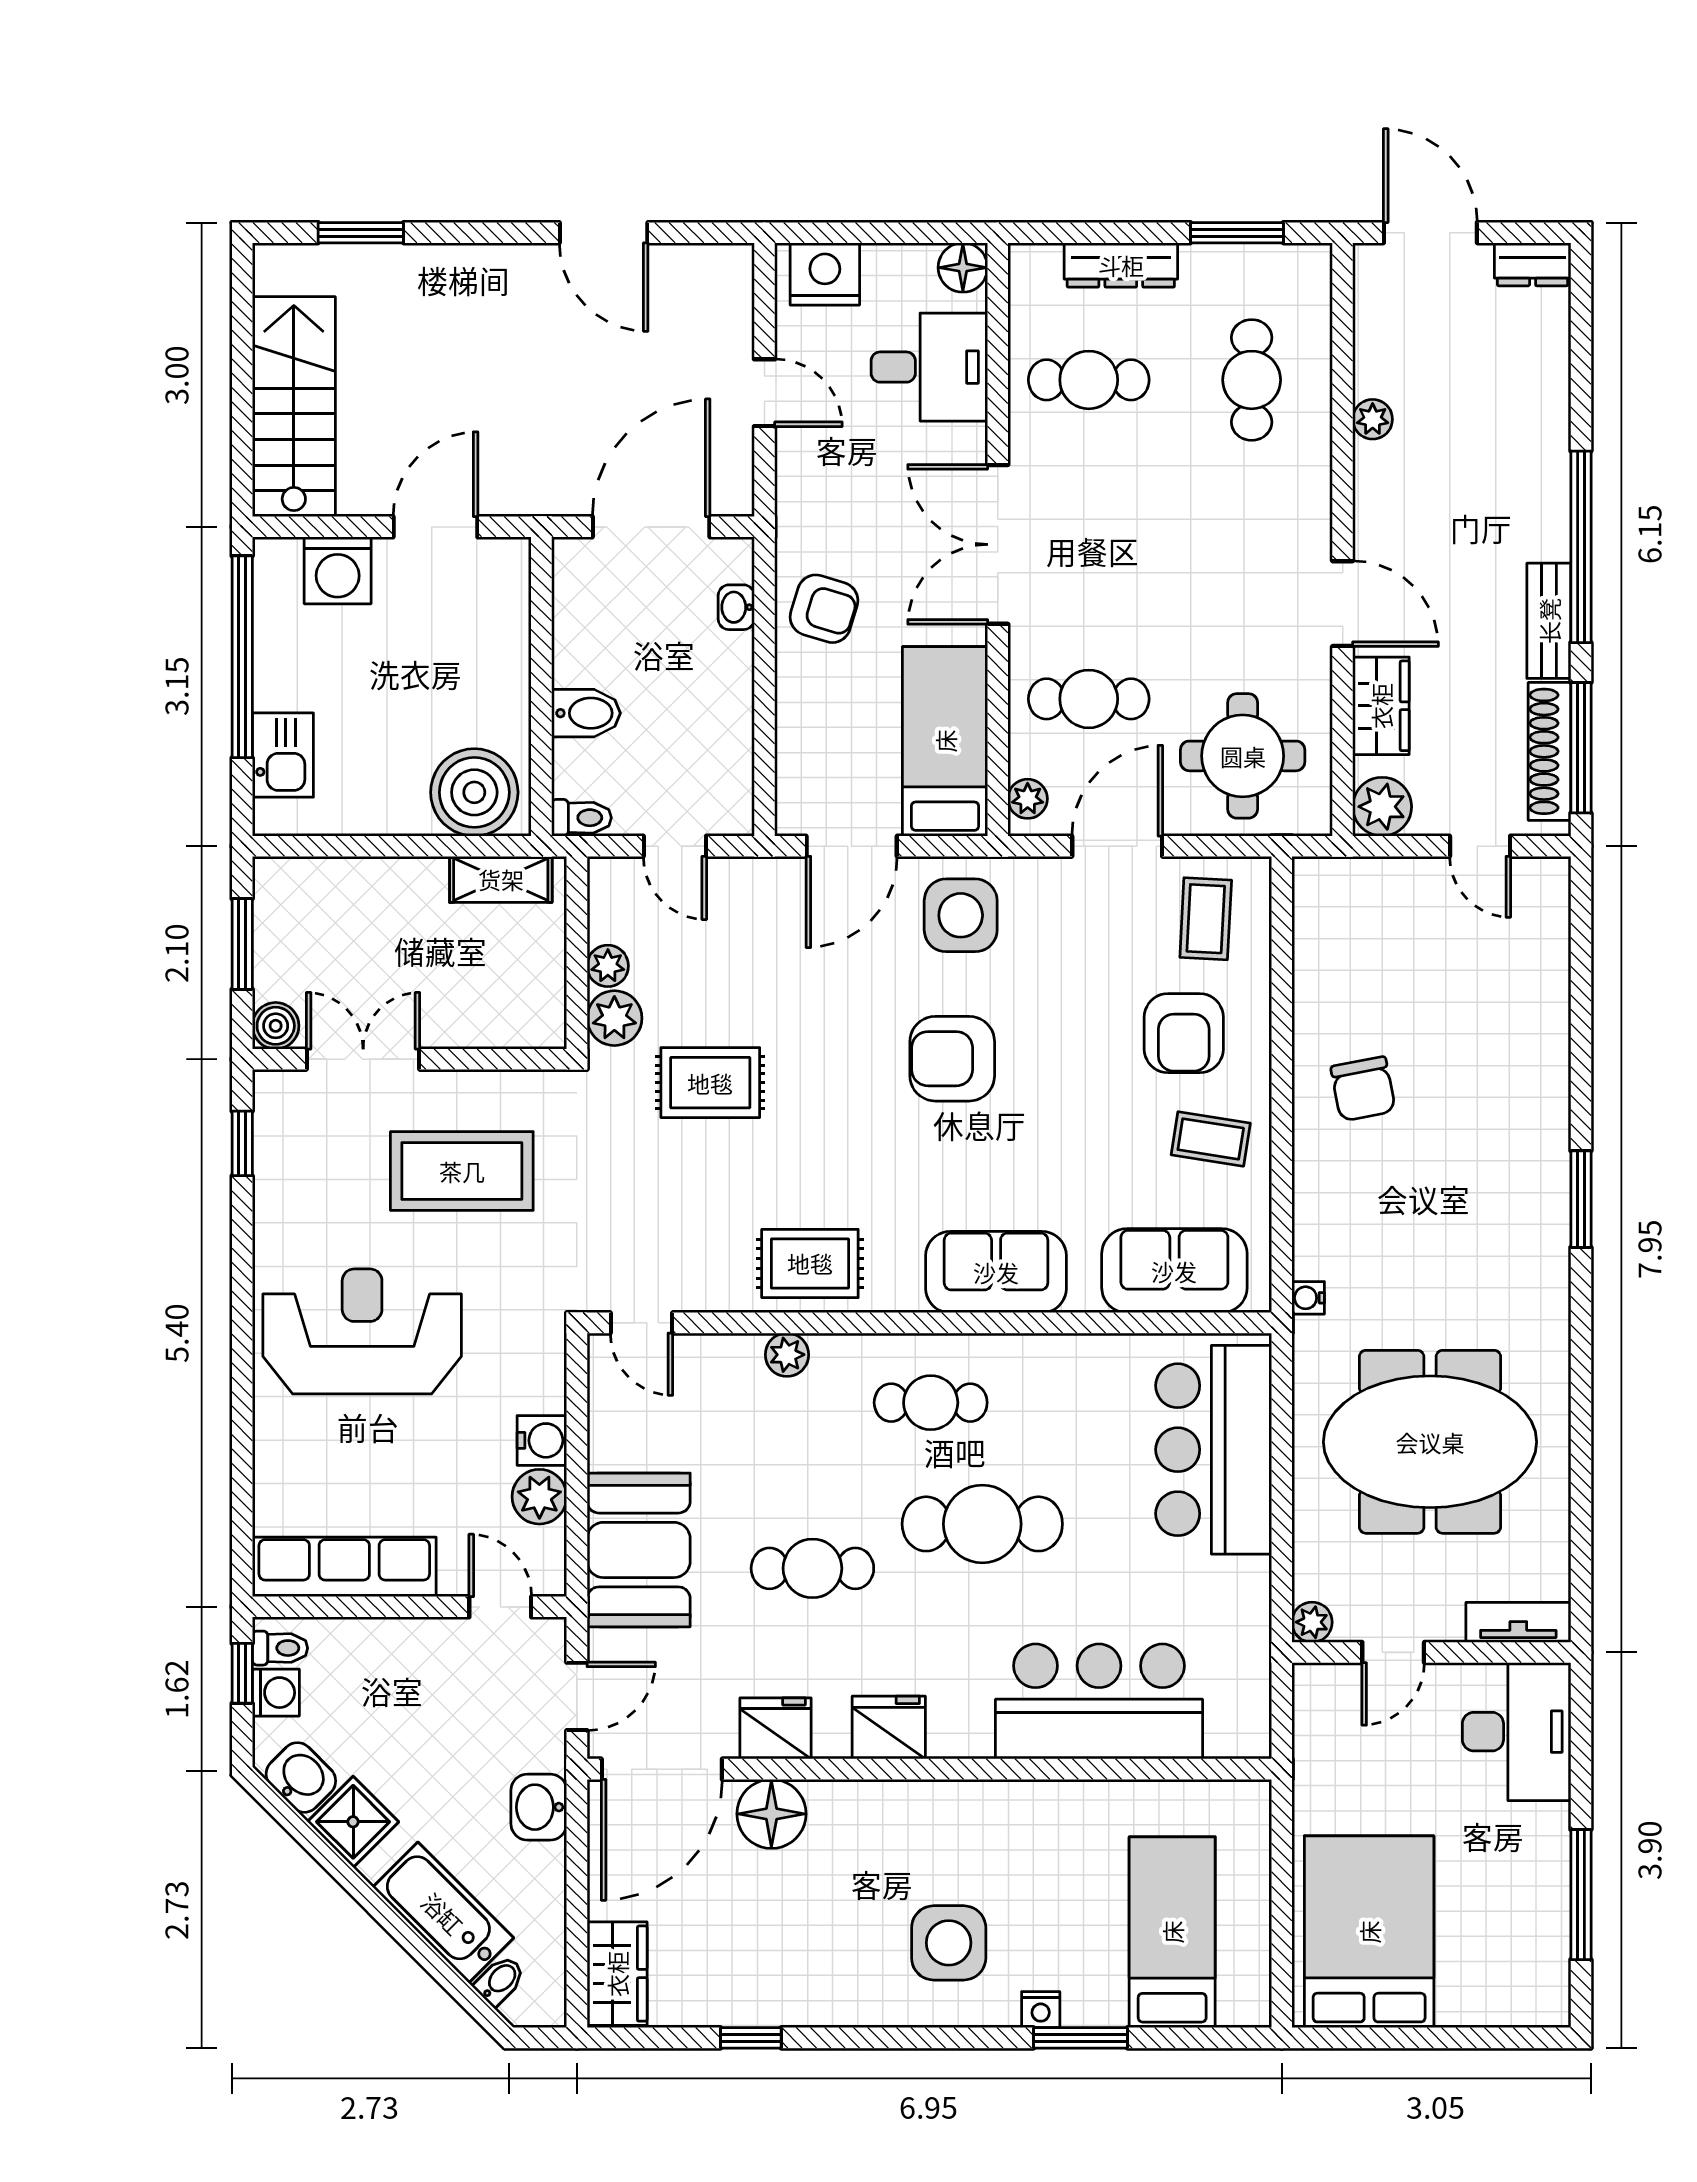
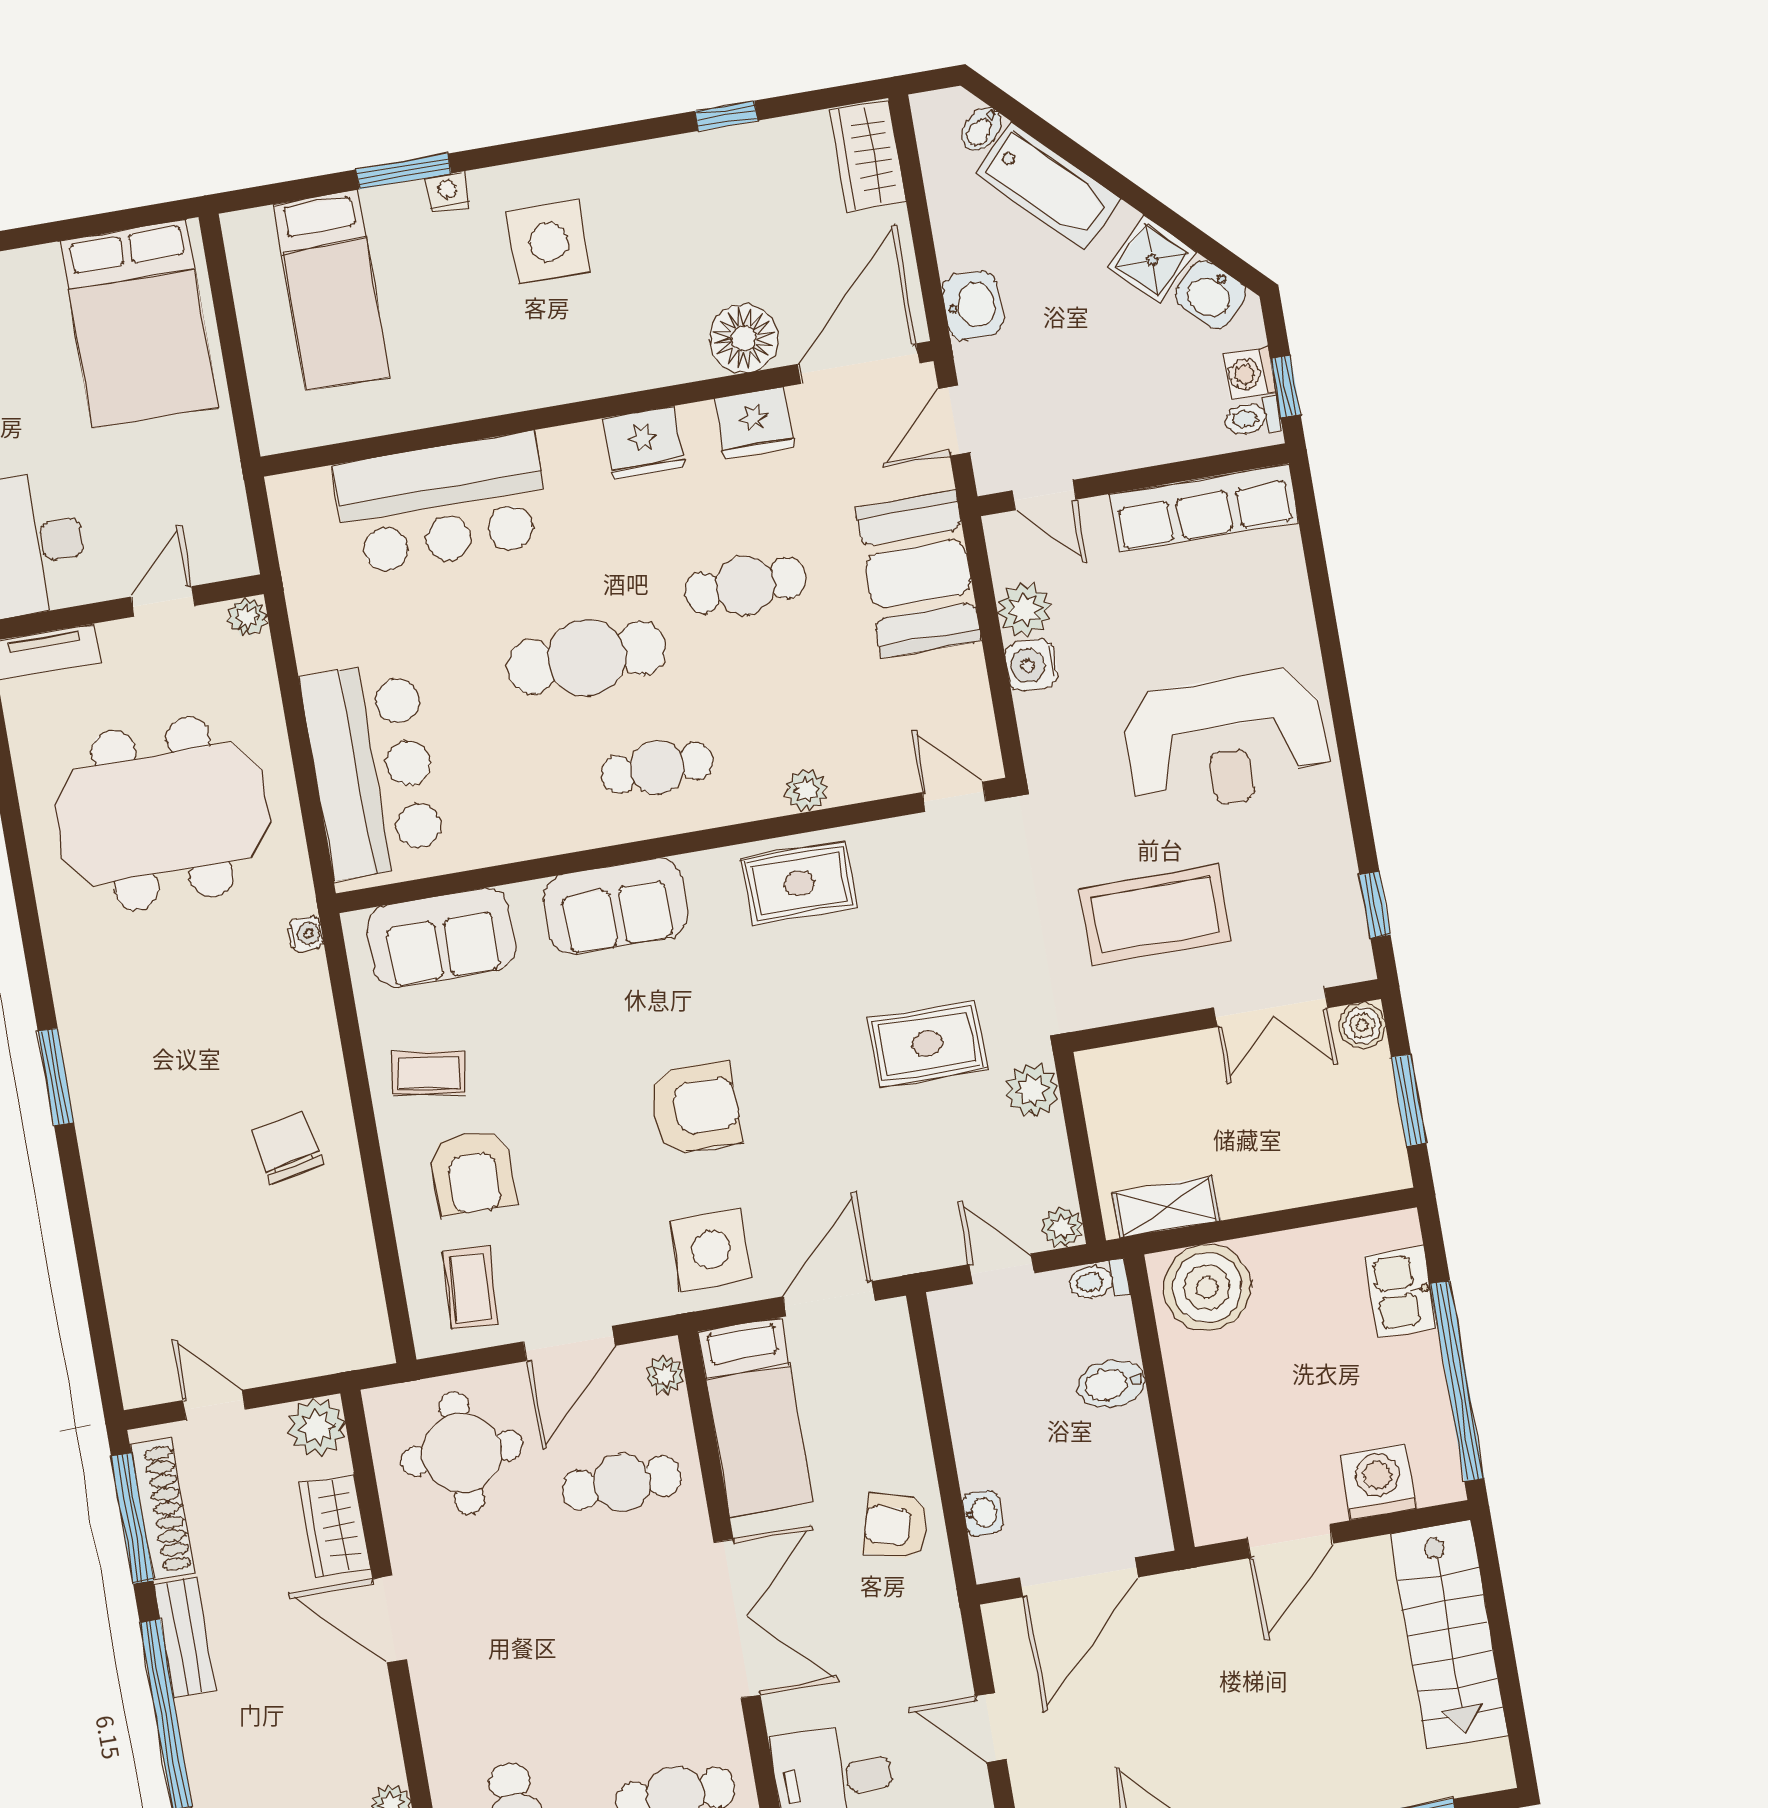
plant: (608, 966) -> (1062, 1227), moved
armchair: (1184, 1033) -> (472, 1172), turned 180

